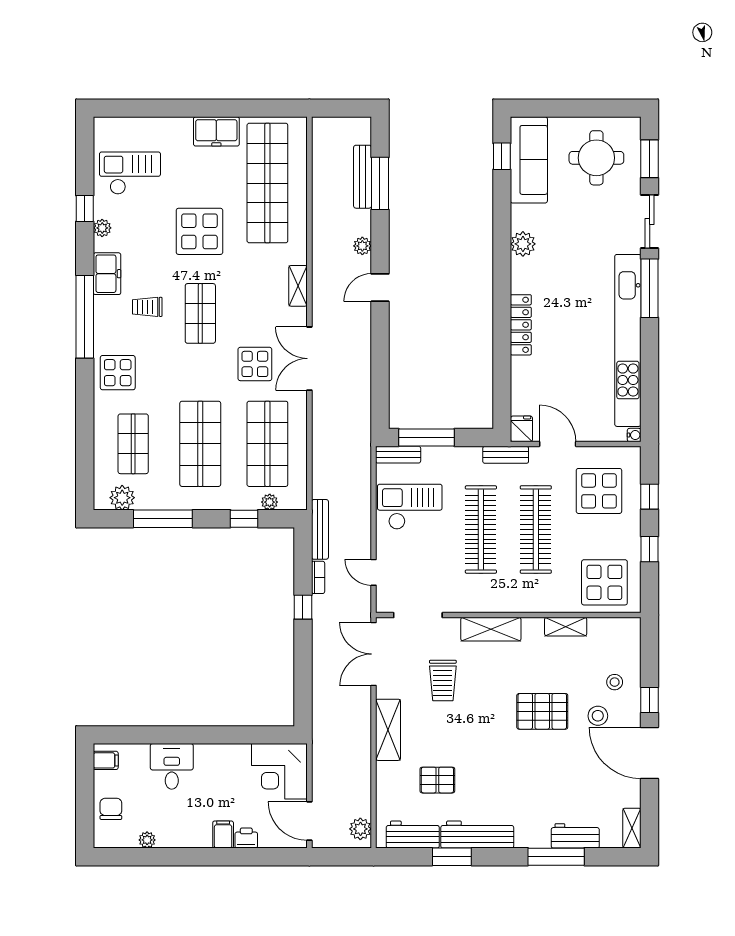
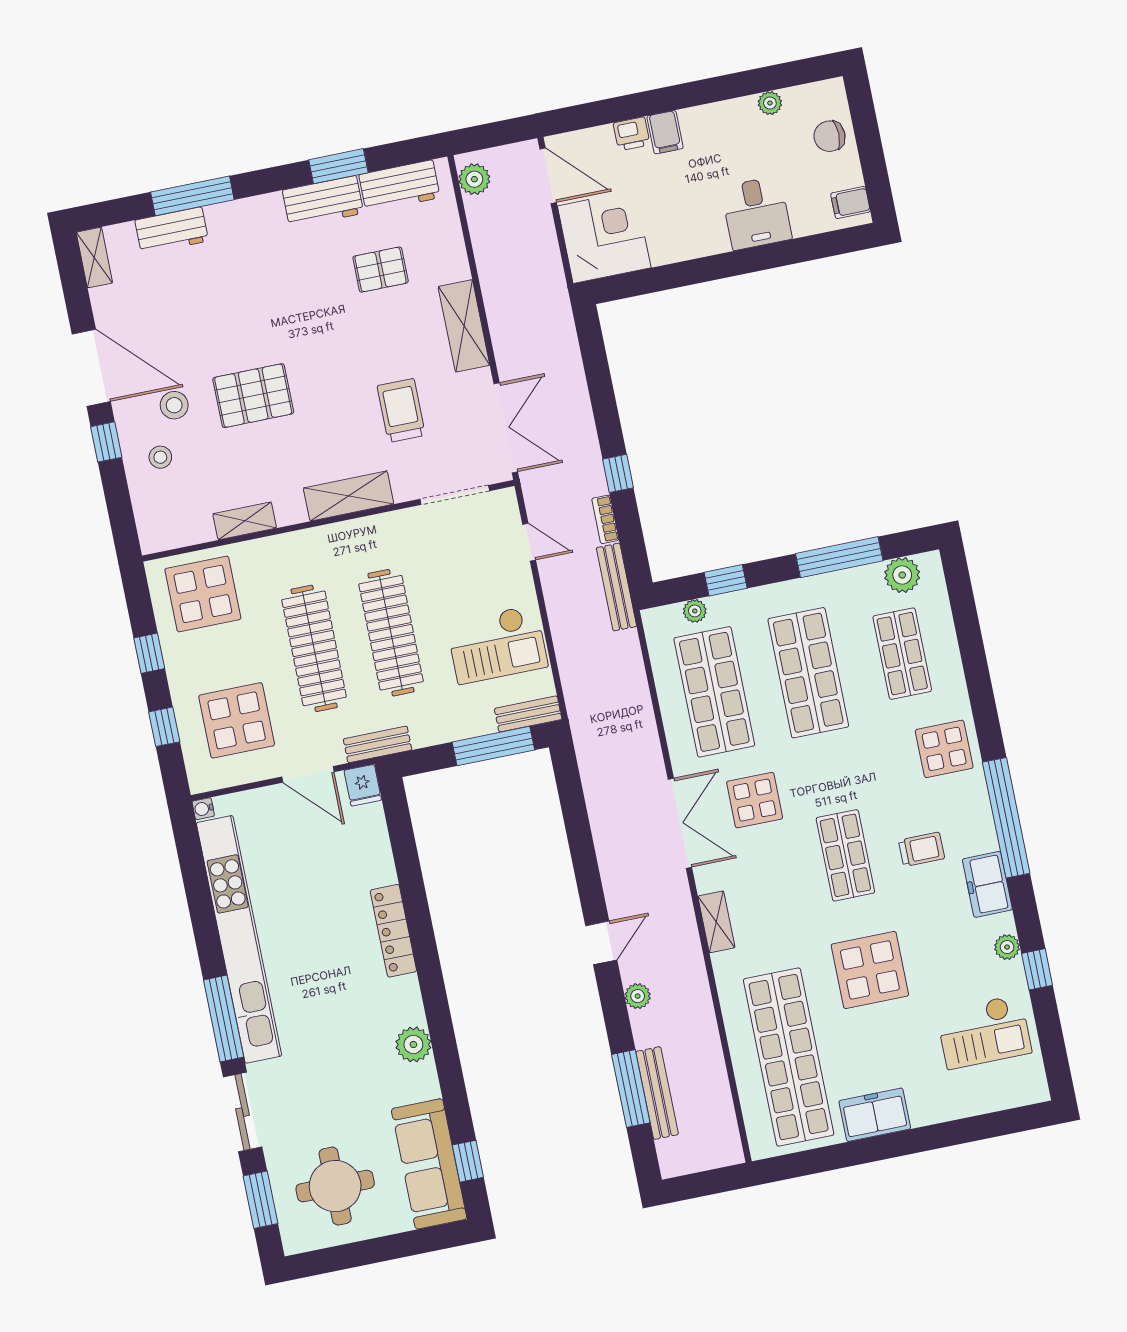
chair: (111, 809) -> (829, 136), turned 90
workbench: (477, 835) -> (323, 202), width x0.73

